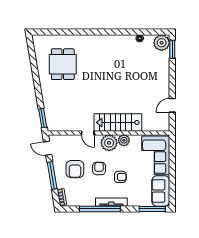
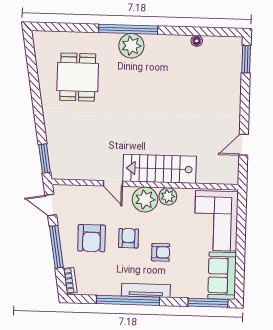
window: (95, 32) -> (128, 29), added
plant: (162, 43) -> (131, 46), moved

